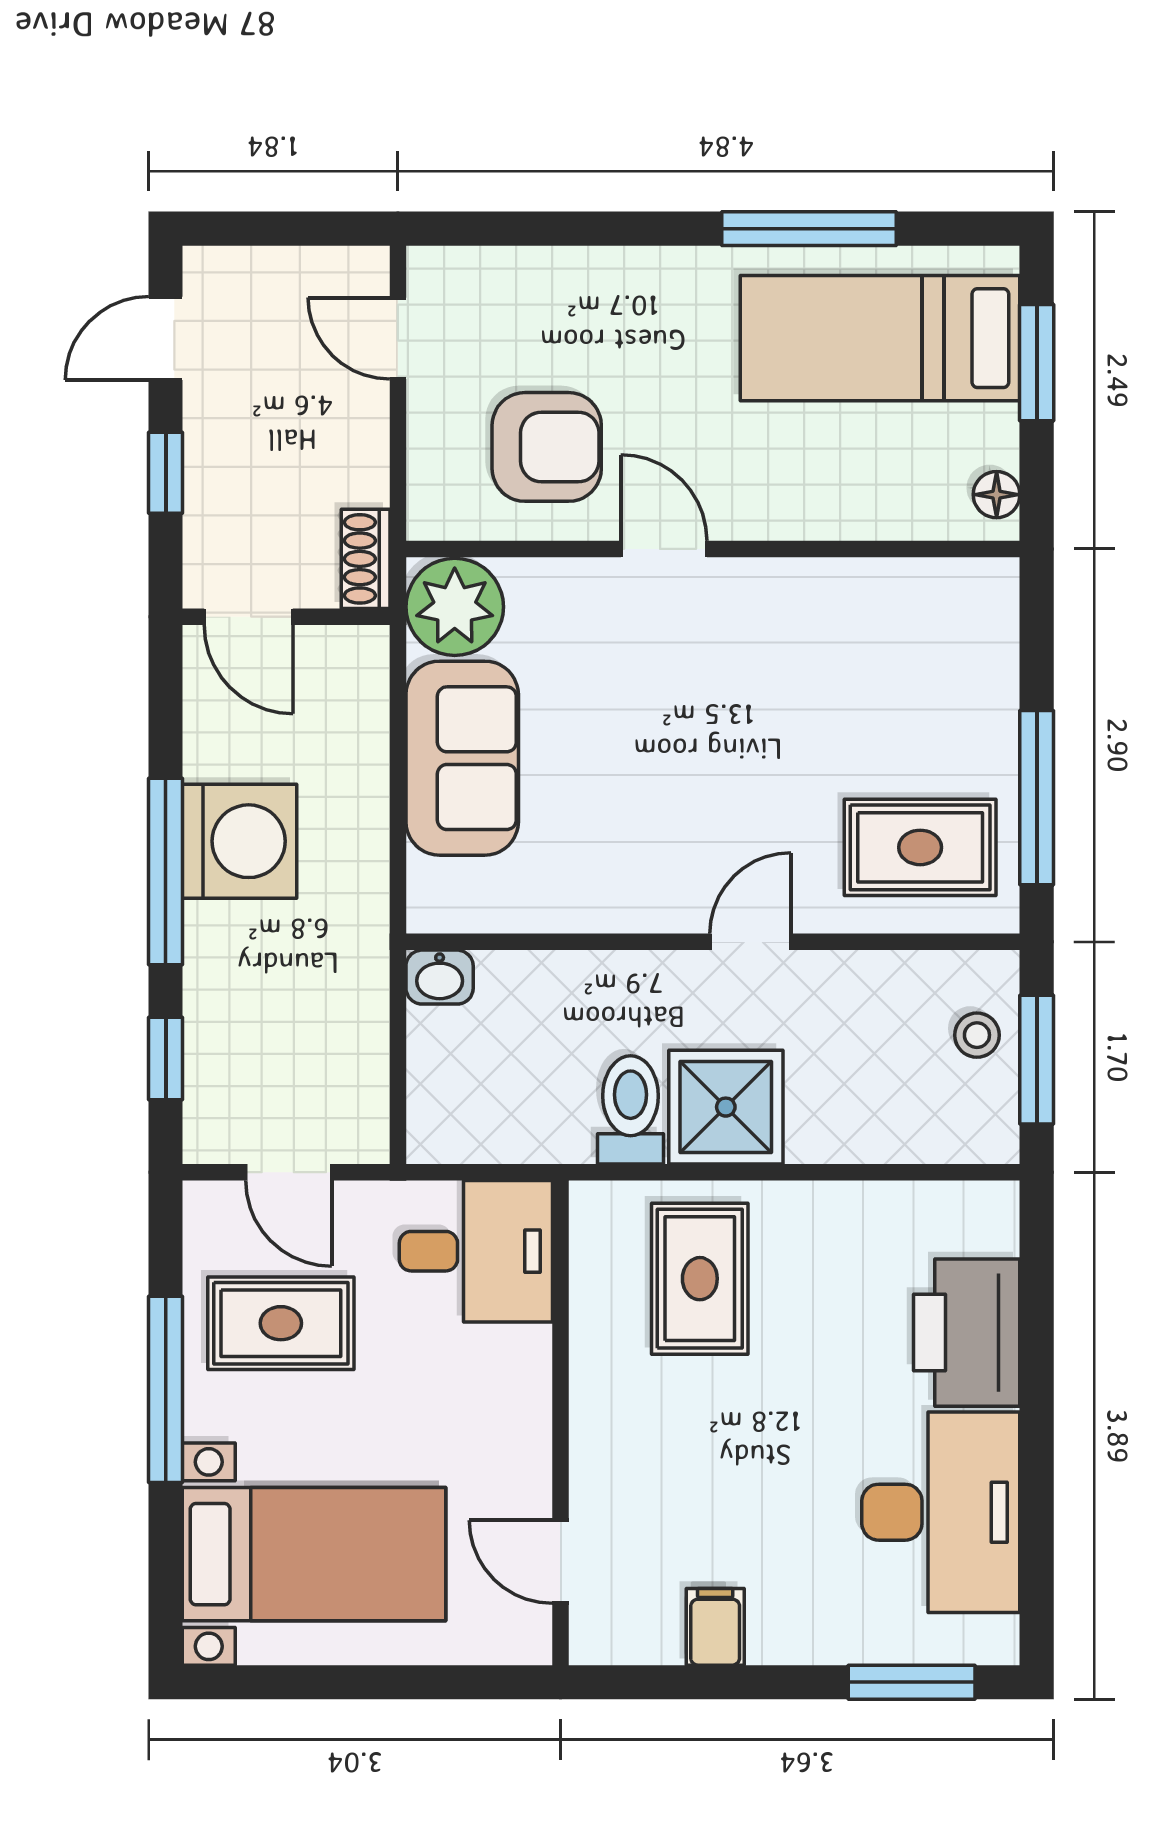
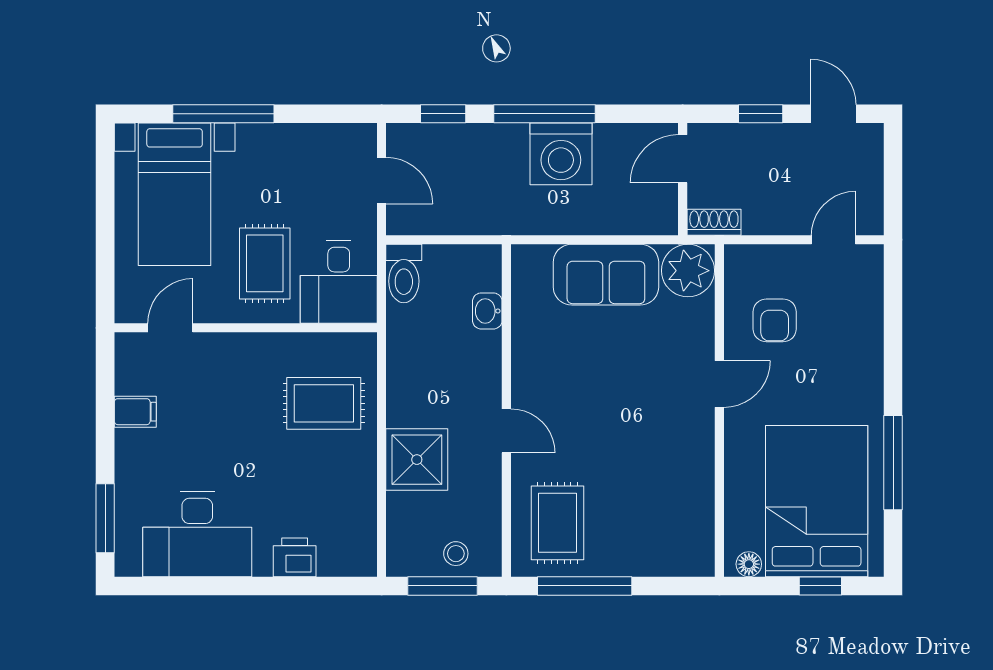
bed: (880, 338) -> (817, 501), width x1.50
window: (1037, 363) -> (820, 586), width x0.67
armchair: (547, 447) -> (775, 320), width x0.72, depth x0.72
washbasin: (440, 977) -> (487, 311), moved
shower: (726, 1107) -> (417, 460), moved
toilet: (631, 1110) -> (404, 273), moved, turned 90
door: (289, 1172) -> (382, 180), swing flipped
rug: (281, 1323) -> (265, 263), moved
printer: (967, 1333) -> (295, 557), width x0.53, depth x0.68
window: (166, 1389) -> (223, 114), moved

